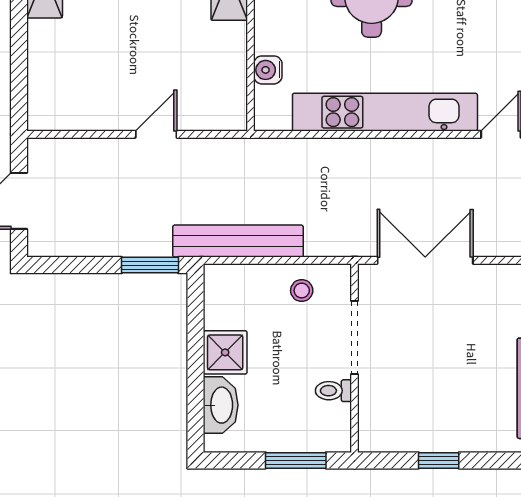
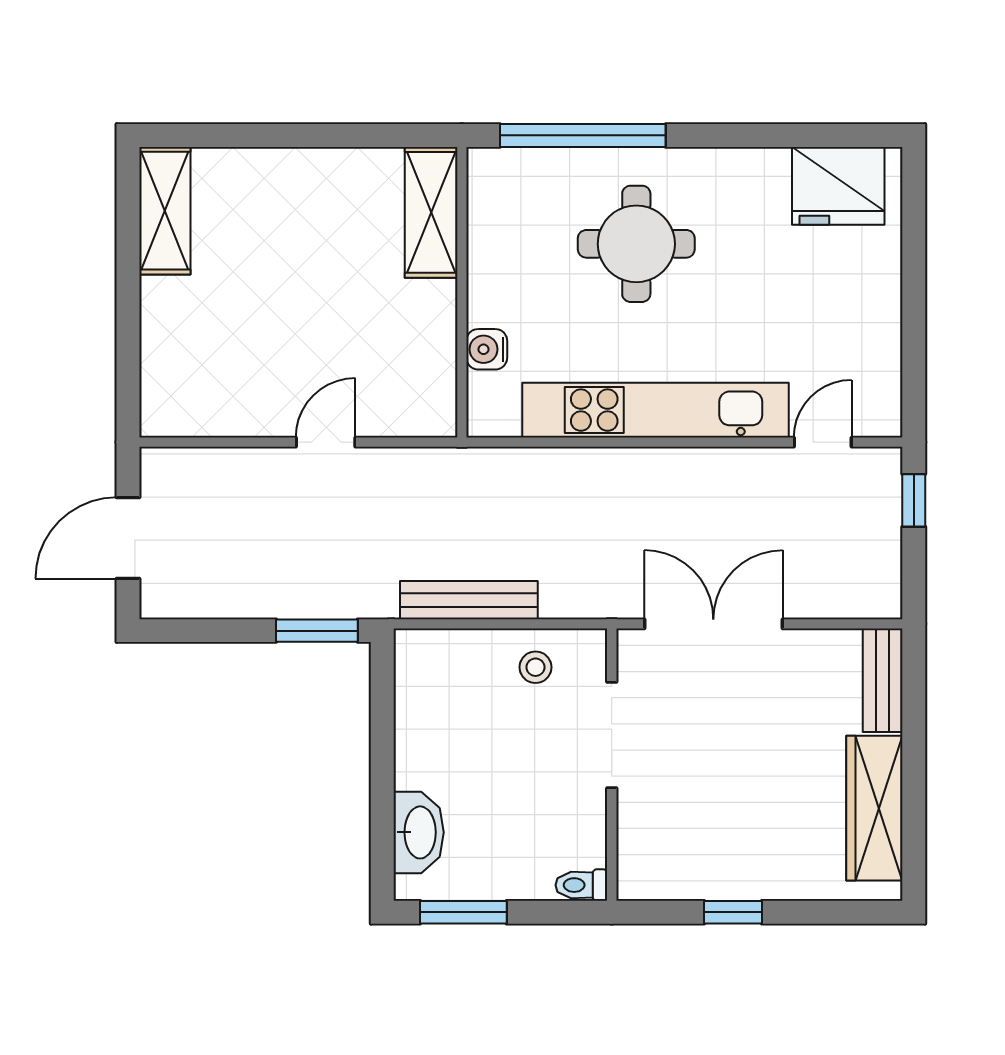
bench: (238, 241) -> (469, 600), width x0.73, depth x0.82
shower: (225, 352) -> (425, 756), removed
toilet: (333, 391) -> (581, 885), moved
window: (296, 460) -> (463, 912), moved

